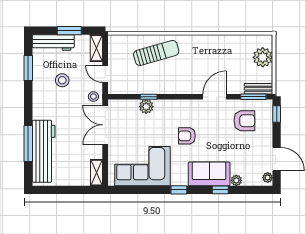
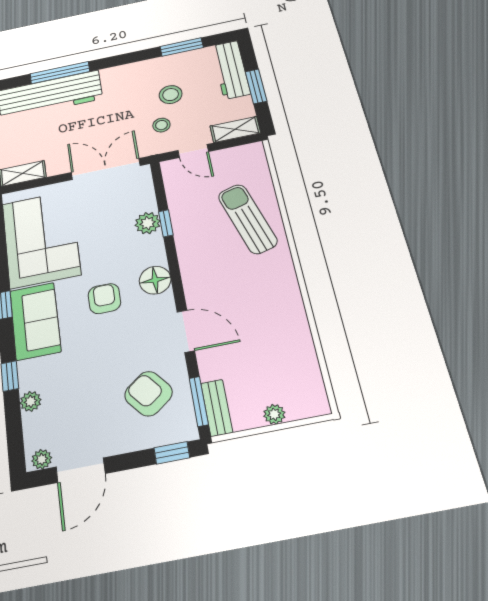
sun lounger: (156, 53) -> (248, 219), turned 180
plant: (263, 57) -> (274, 414), width x0.53, depth x0.53
door: (105, 74) -> (193, 151), swing flipped
stool: (93, 97) -> (161, 125), moved
floor lamp: (182, 108) -> (155, 280), added
armchair: (244, 121) -> (148, 394), turned 142
sofa: (209, 174) -> (35, 321), moved

